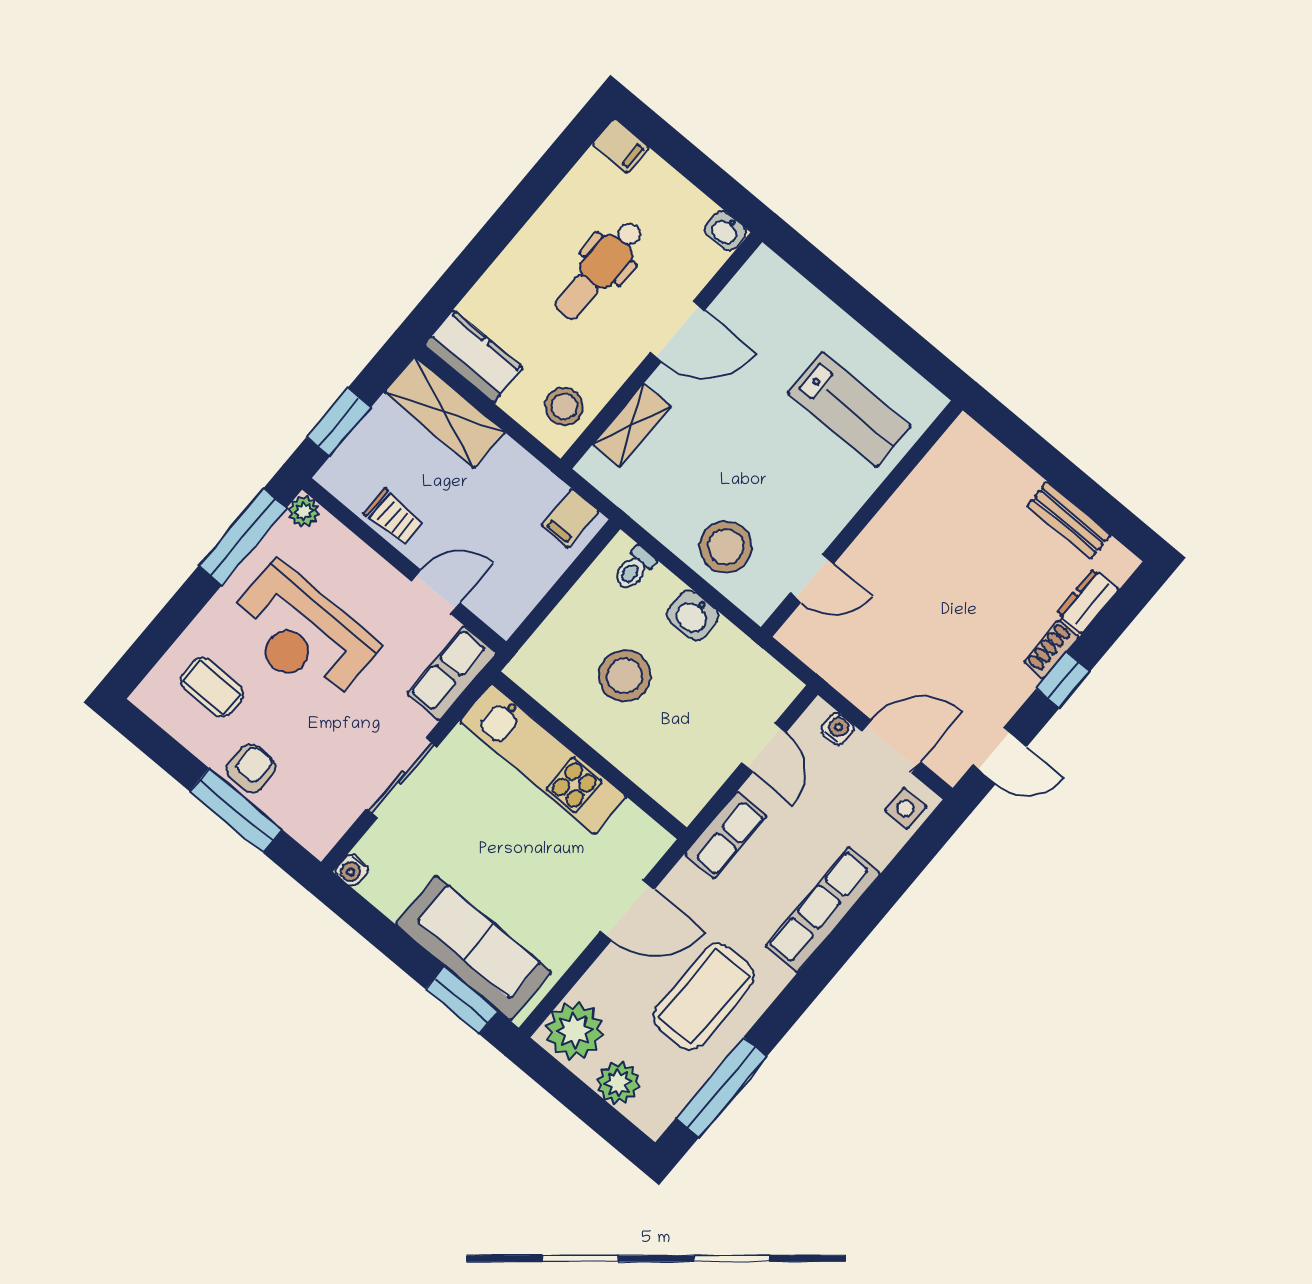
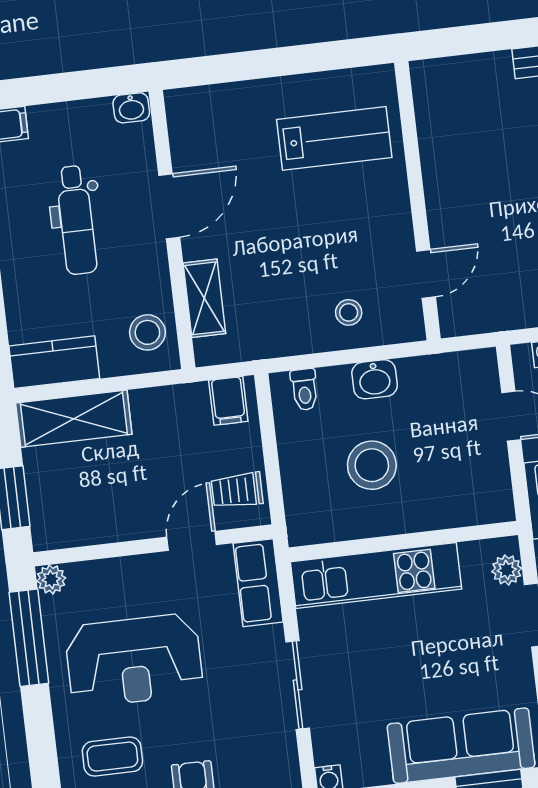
trolley: (394, 517) -> (237, 490), moved, turned 180
stool: (726, 547) -> (349, 312), width x0.53, depth x0.53
plant: (642, 856) -> (507, 570), added

